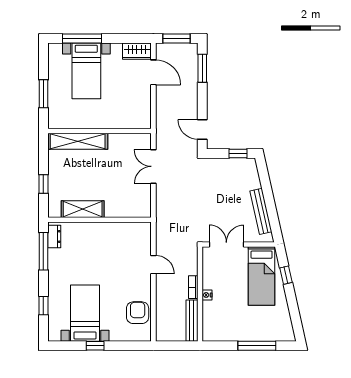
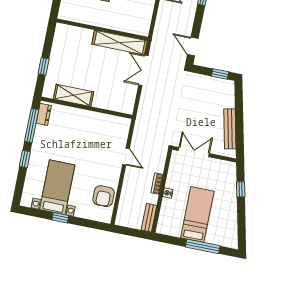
shelving: (78, 141) -> (120, 43), moved
bed: (262, 276) -> (197, 215), moved, turned 180
window: (43, 306) -> (25, 159), moved
armchair: (138, 313) -> (104, 196), turned 180
bench: (192, 321) -> (149, 218), width x0.73

